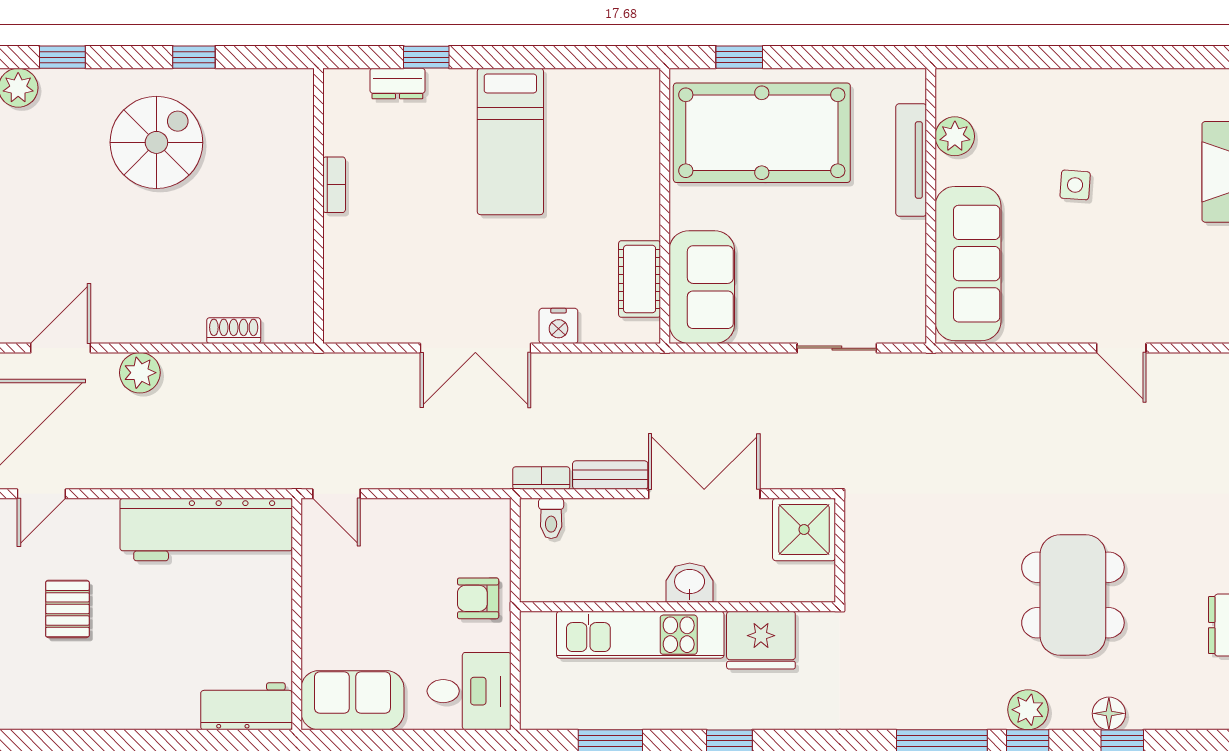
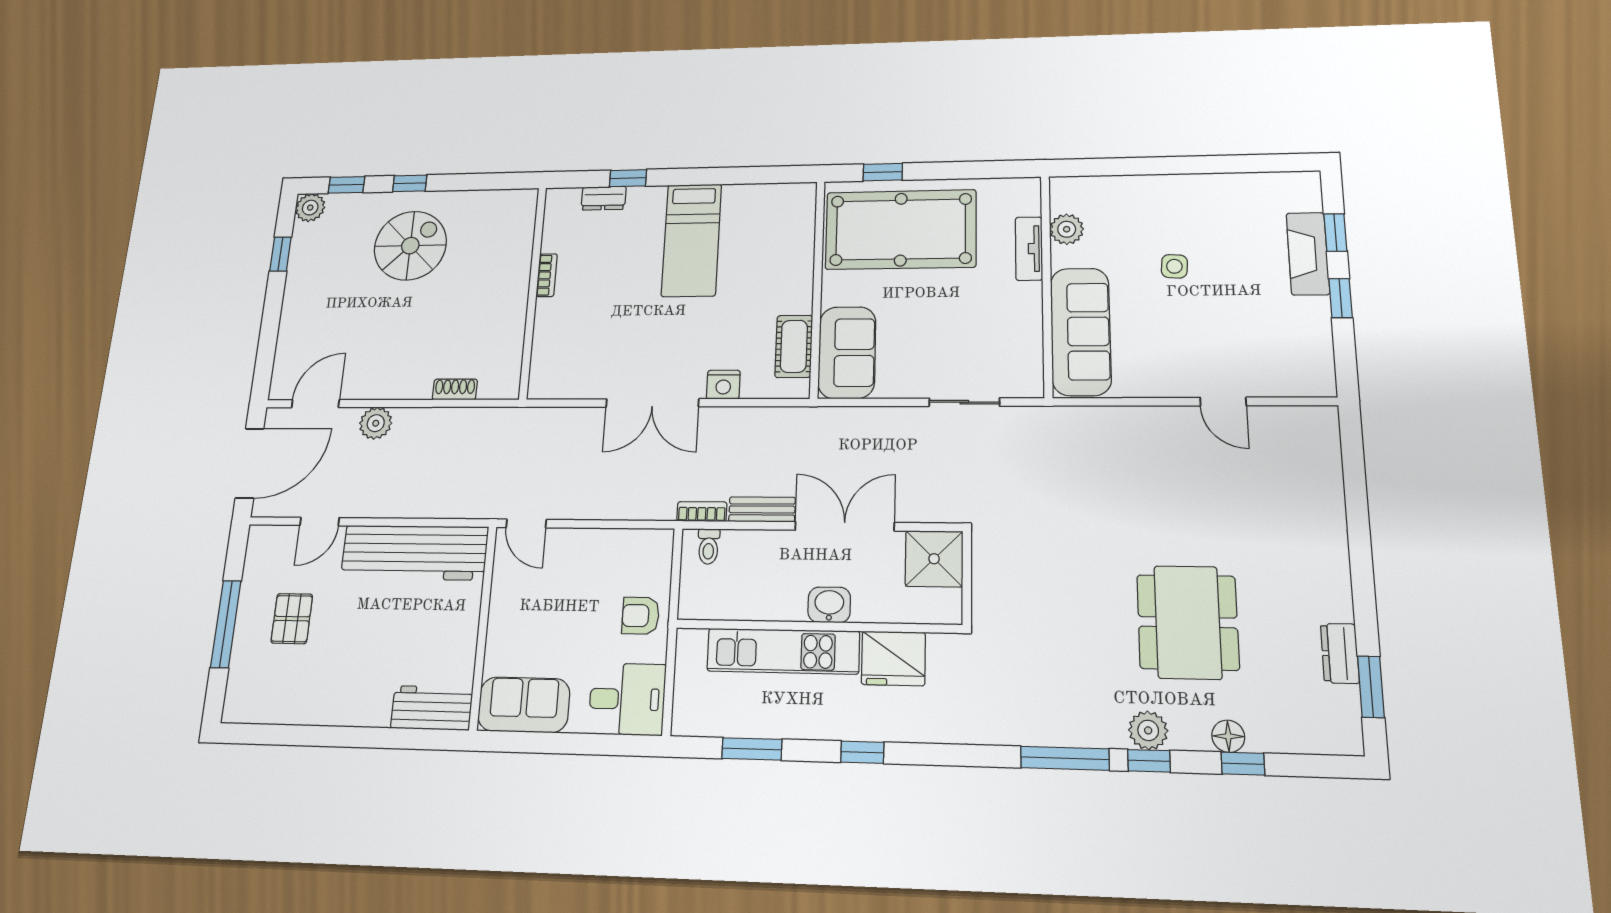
window: (194, 57) -> (410, 183), moved
tv unit: (911, 160) -> (1029, 249), width x0.71
door: (41, 494) -> (320, 522), moved

